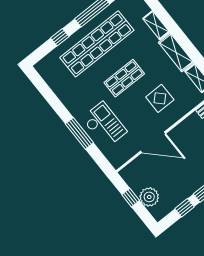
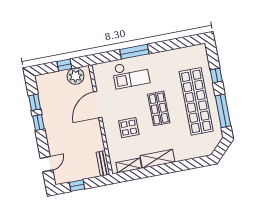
shelving: (156, 25) -> (187, 154), removed
plant: (149, 197) -> (76, 76), moved

